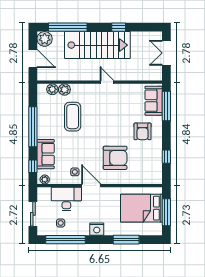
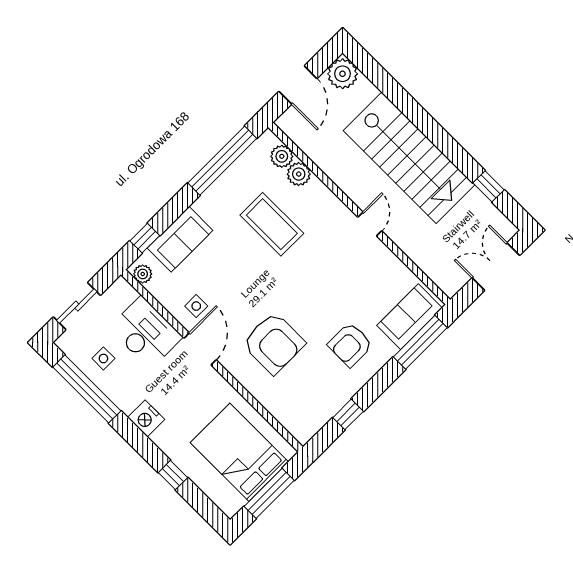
window: (68, 27) -> (392, 90), removed
window: (119, 27) -> (489, 186), moved
coffee table: (73, 117) -> (272, 224), turned 90
window: (33, 127) -> (222, 161), moved
window: (126, 240) -> (173, 475), width x0.46

